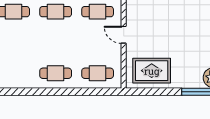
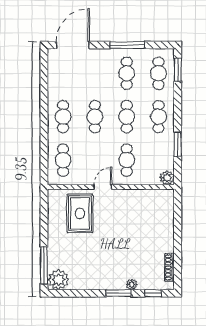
cafe table: (56, 42) -> (95, 117), added
rug: (152, 71) -> (80, 213), moved

